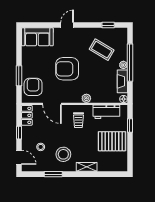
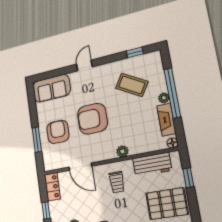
armchair: (33, 87) -> (58, 132), moved

